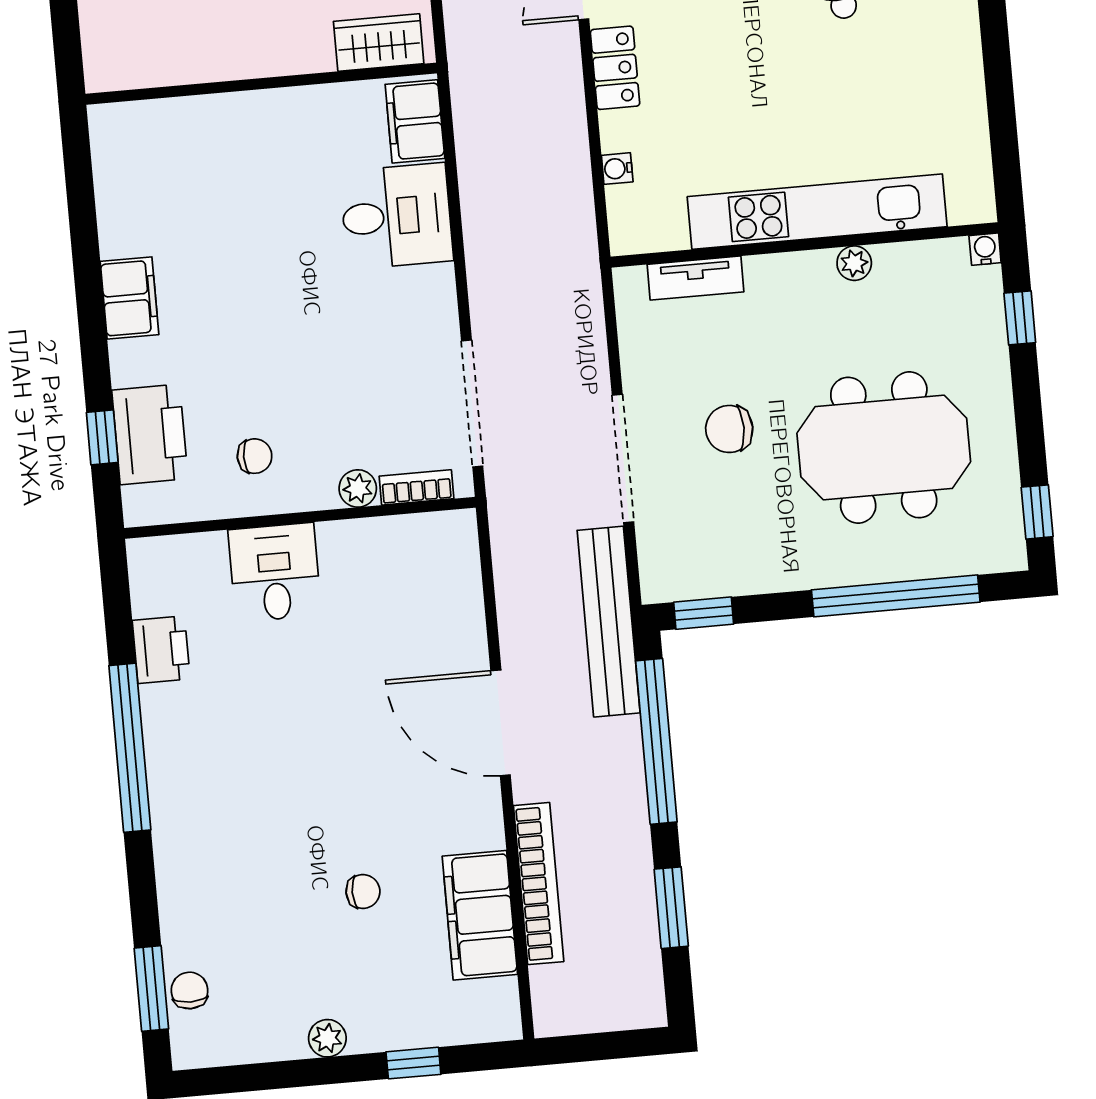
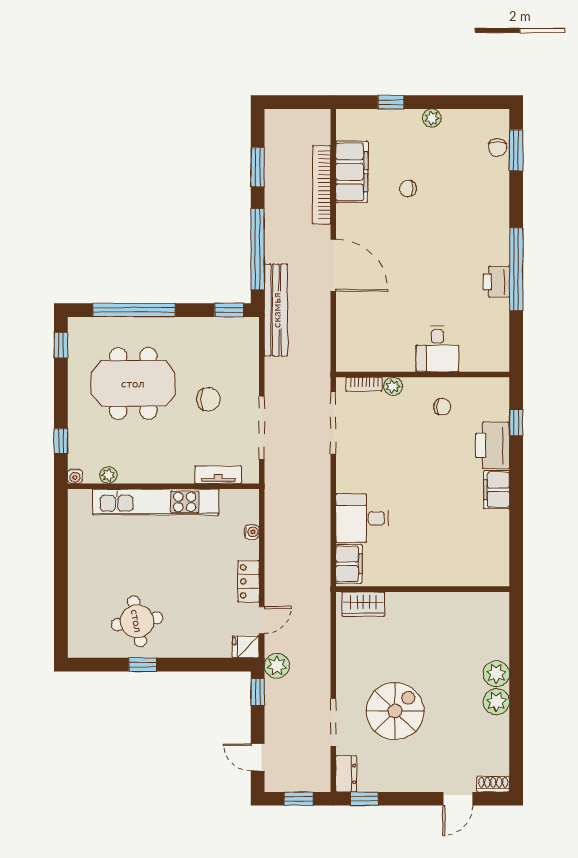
plant: (854, 263) -> (108, 475), moved
printer: (150, 434) -> (493, 445), moved
chair: (255, 456) -> (442, 407), turned 180
doorway: (623, 458) -> (262, 428), moved
printer: (161, 650) -> (496, 282), moved

